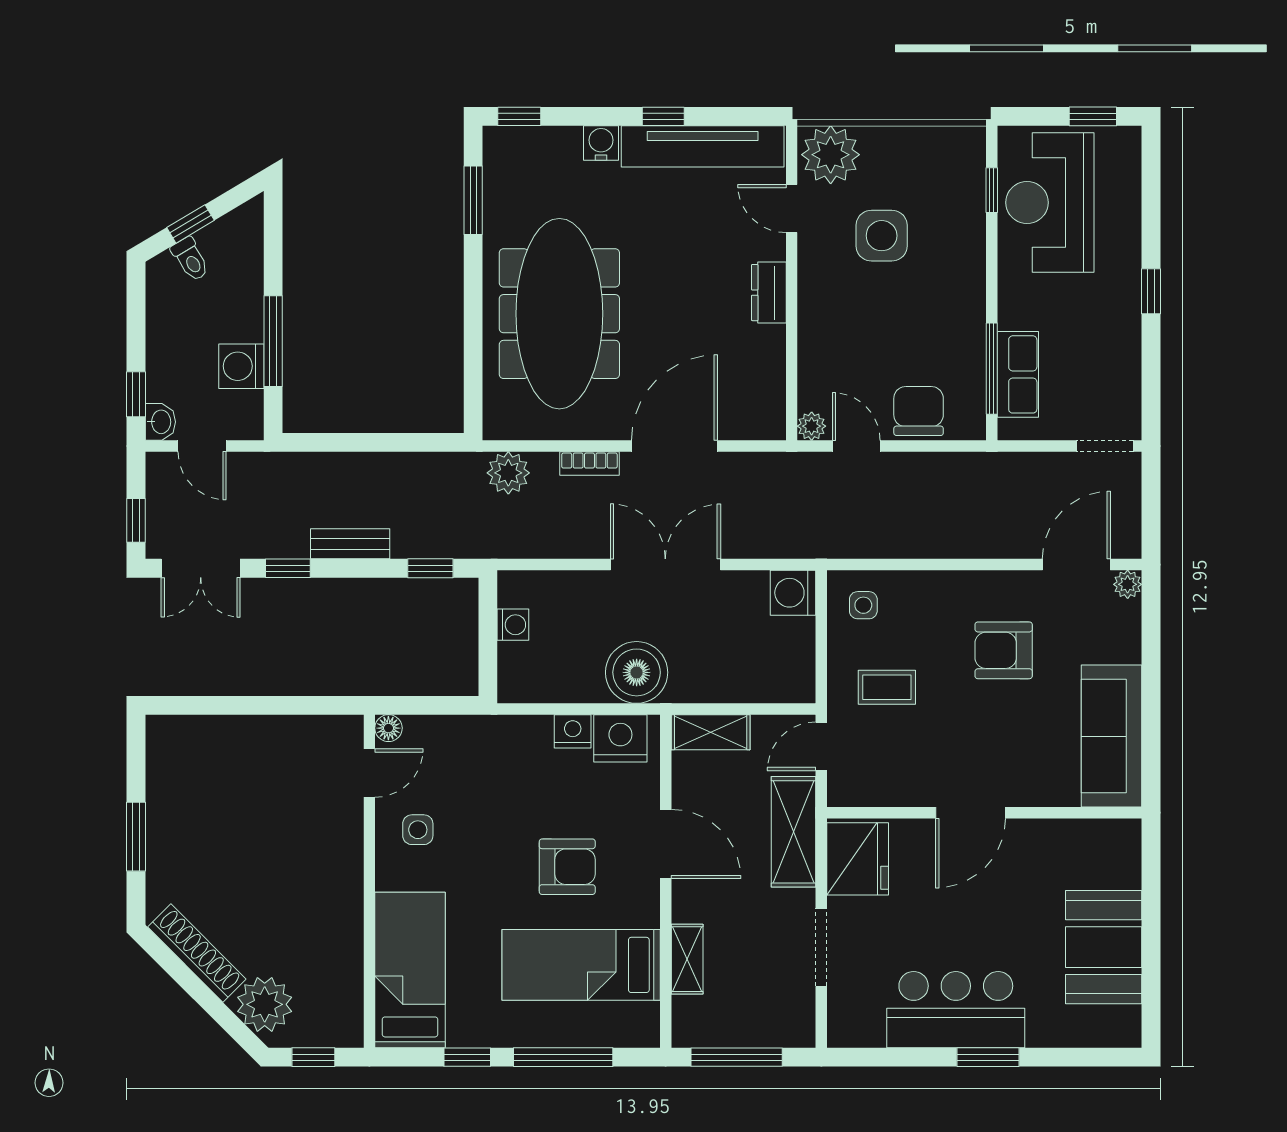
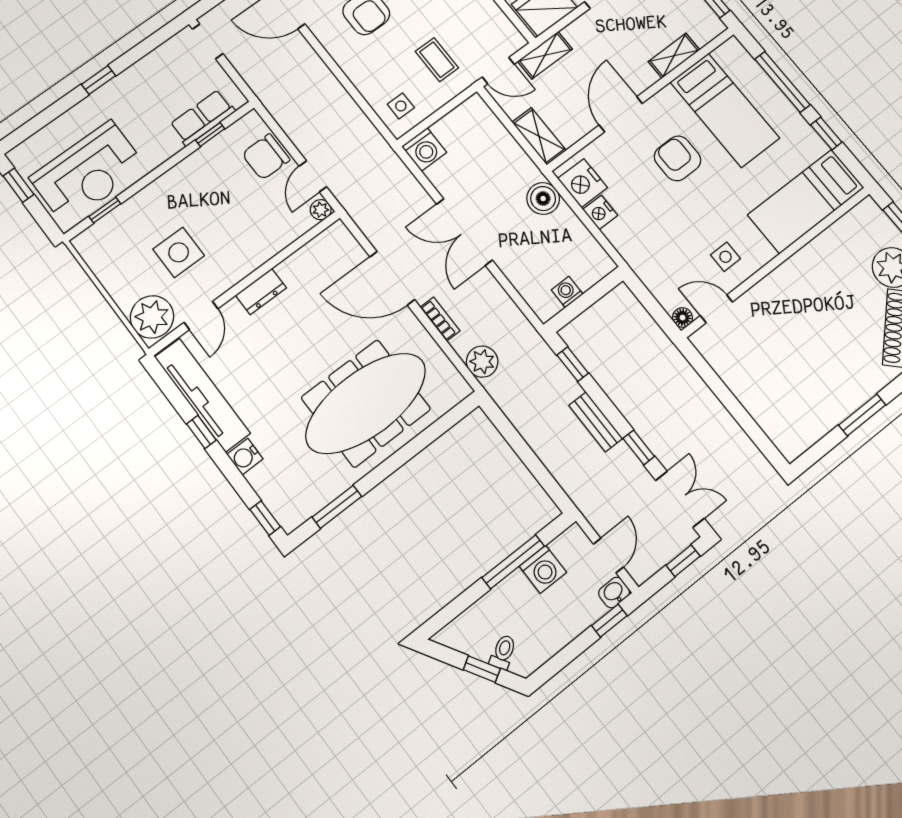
window: (992, 369) -> (210, 134), width x0.46
boiler: (637, 672) -> (543, 199), width x0.73, depth x0.73
shelving: (794, 832) -> (545, 55), width x0.67, depth x0.75

